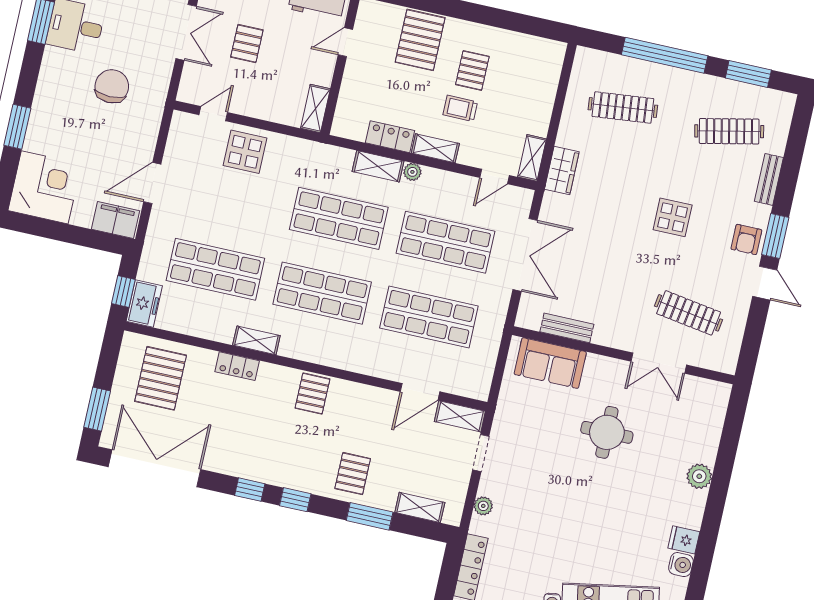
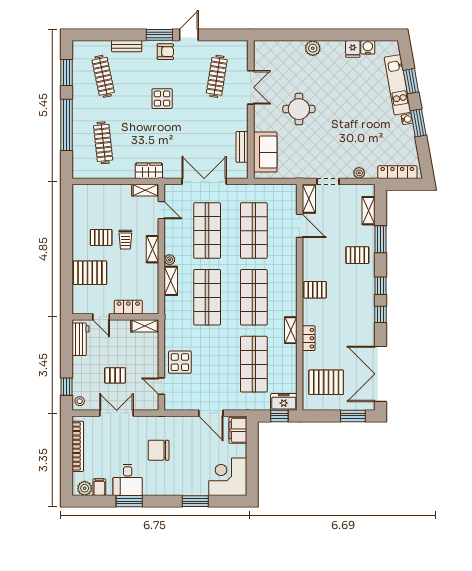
locker: (390, 137) -> (128, 307), moved, turned 90

